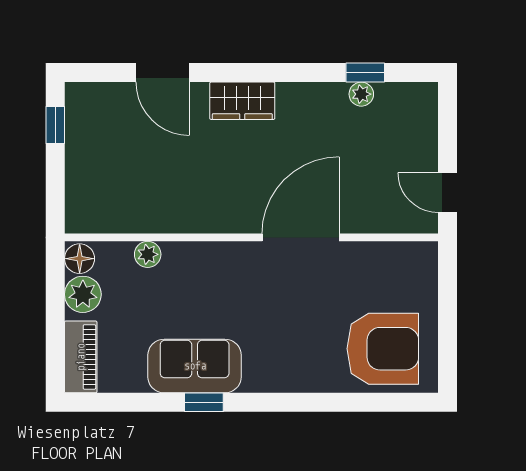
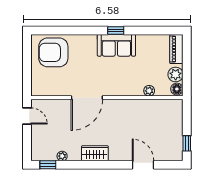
window: (365, 73) -> (48, 165), moved
wardrobe: (242, 101) -> (95, 153), moved
sofa: (195, 366) -> (116, 45), moved
window: (204, 402) -> (116, 31), moved

